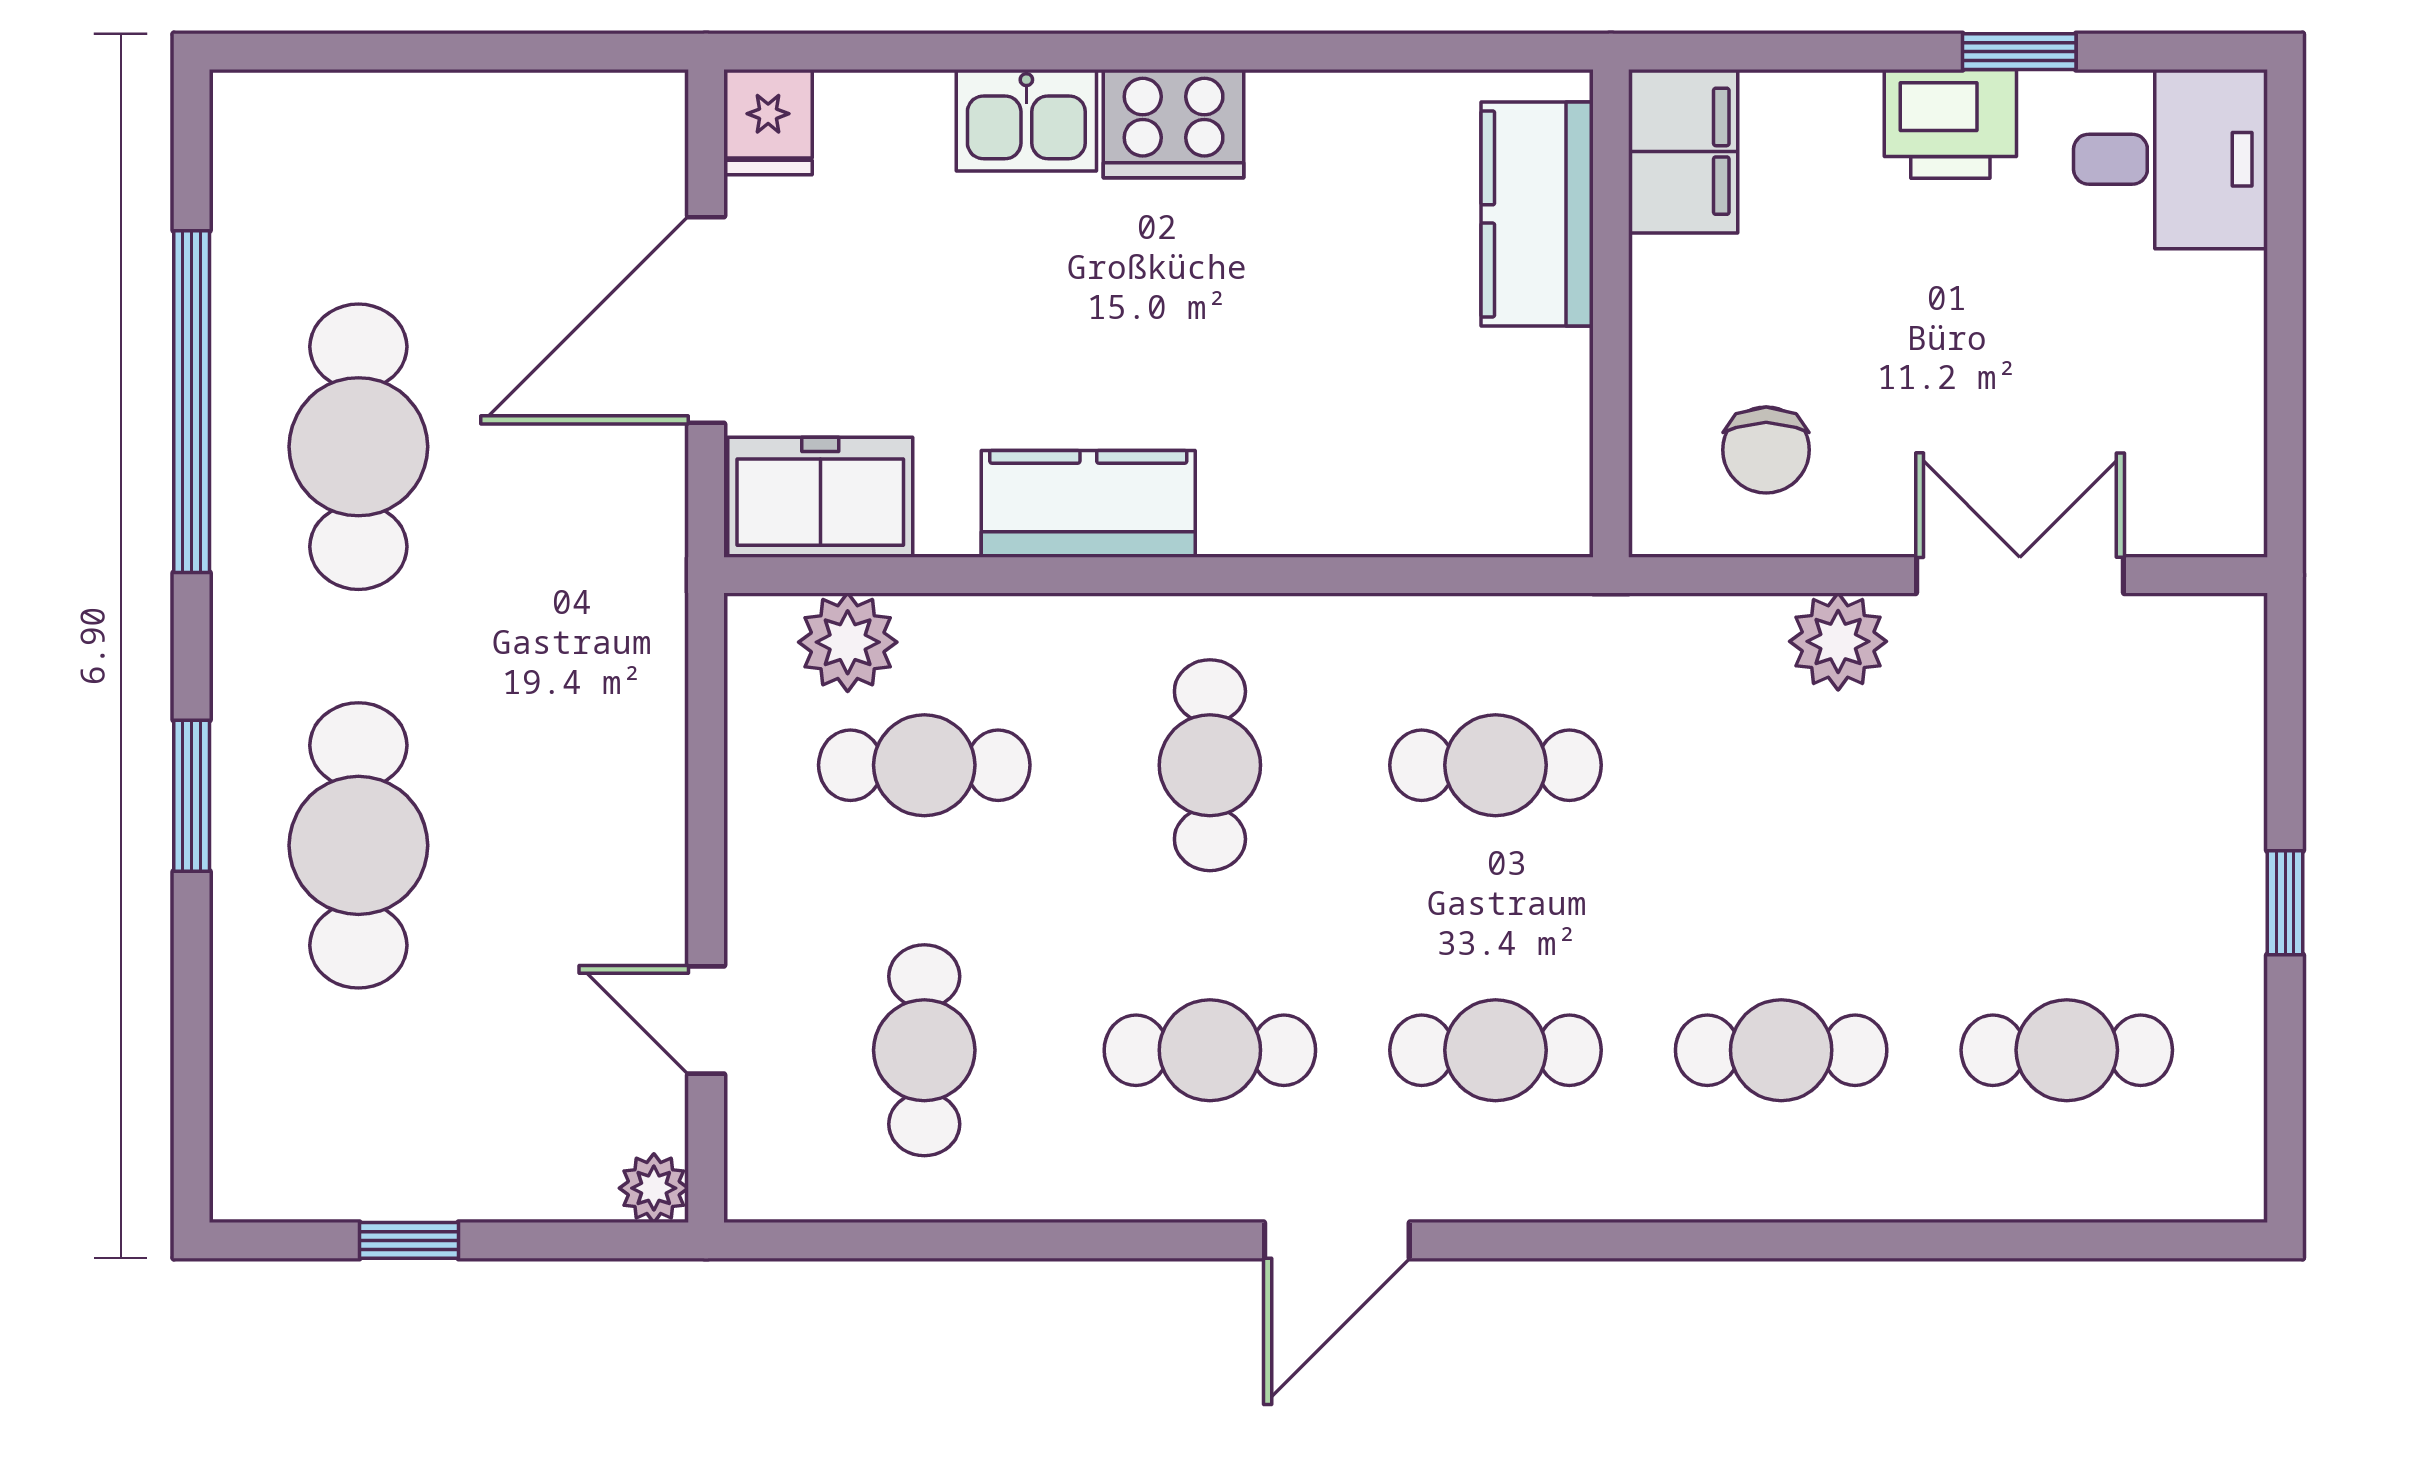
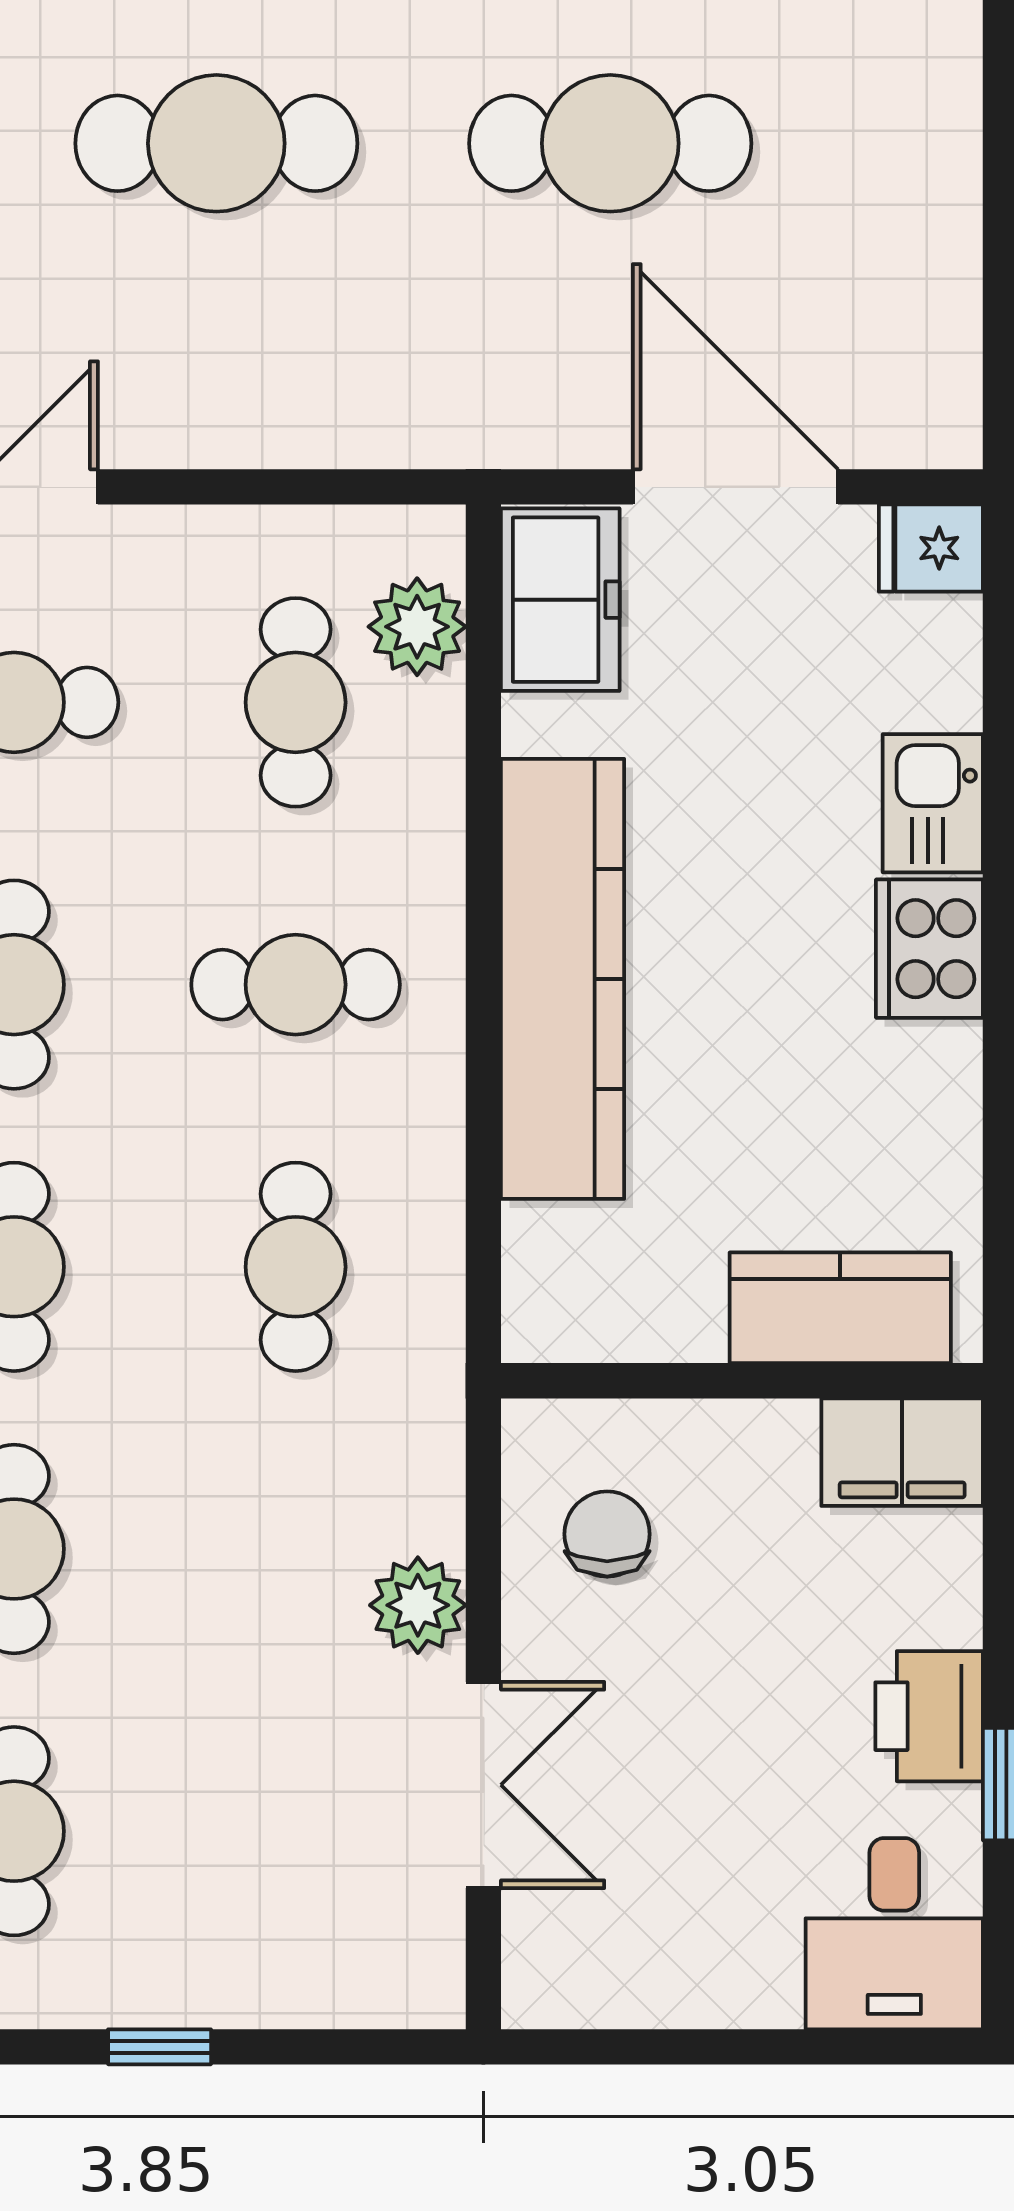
chair: (1766, 450) -> (607, 1534), turned 90
kitchen counter: (1088, 504) -> (563, 979), width x2.08, depth x1.17

